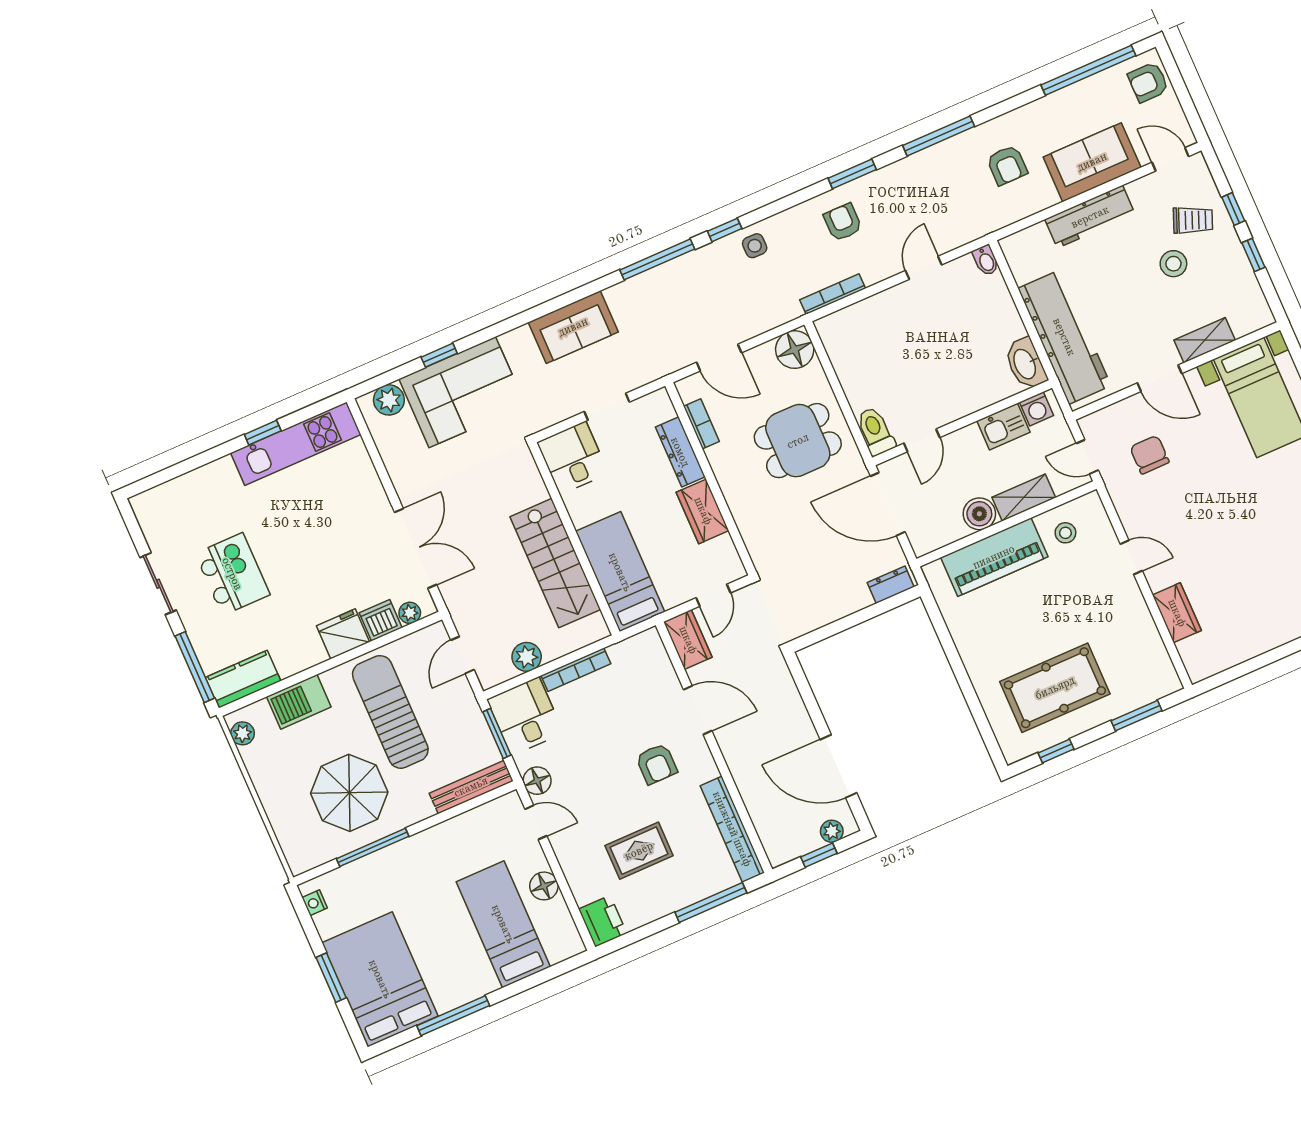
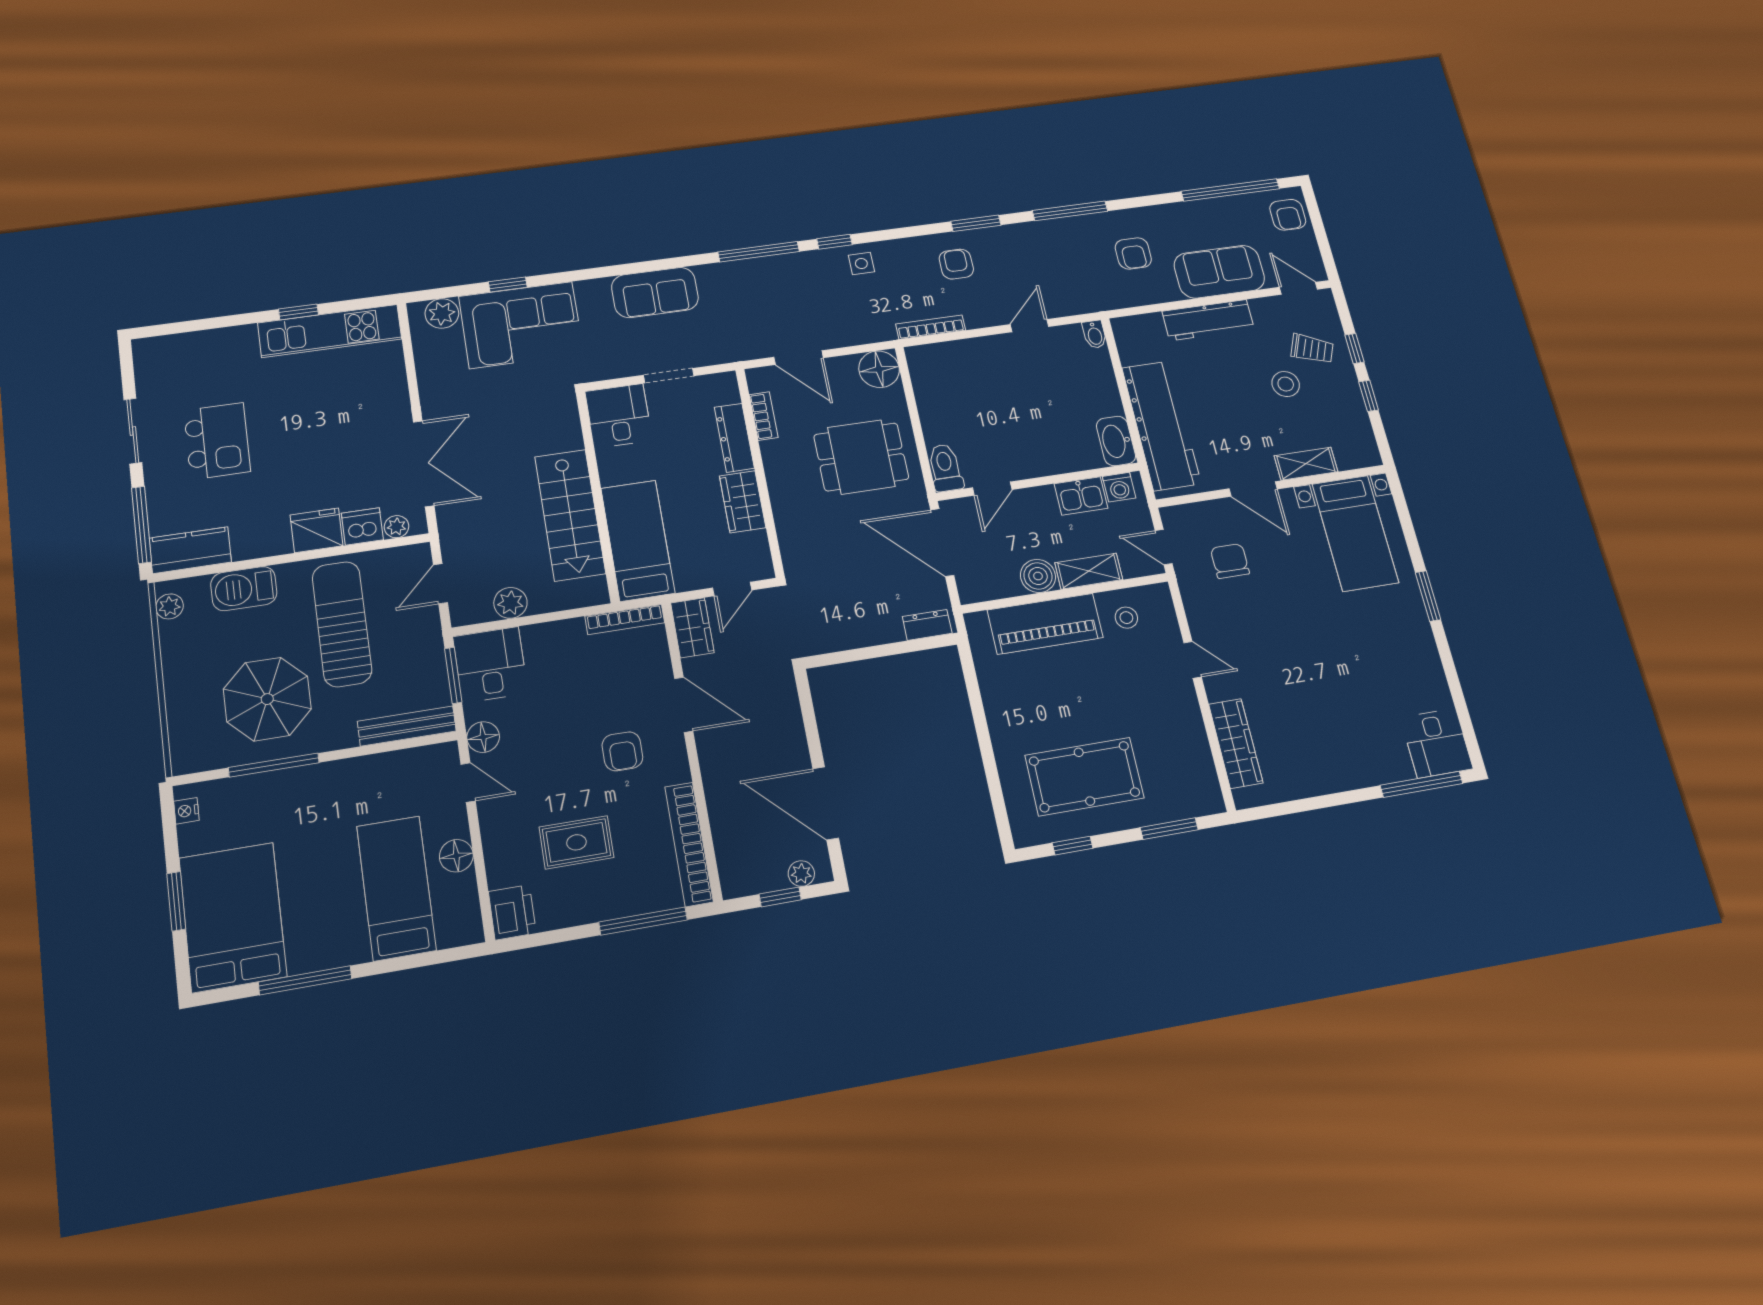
armchair: (1148, 82) -> (1288, 215), turned -90
wardrobe: (1177, 613) -> (1236, 743), width x1.50
bookcase: (576, 670) -> (625, 619), moved

